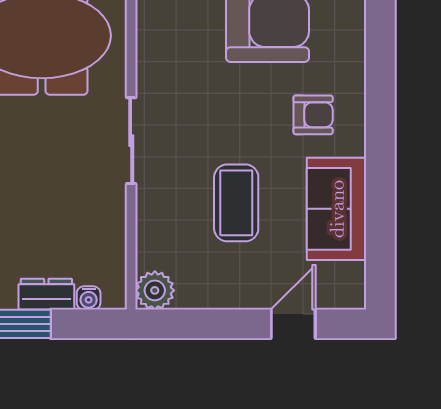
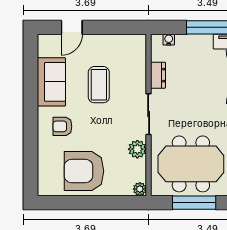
plant: (155, 290) -> (137, 149), moved
dresser: (46, 294) -> (158, 75), moved, turned -90

